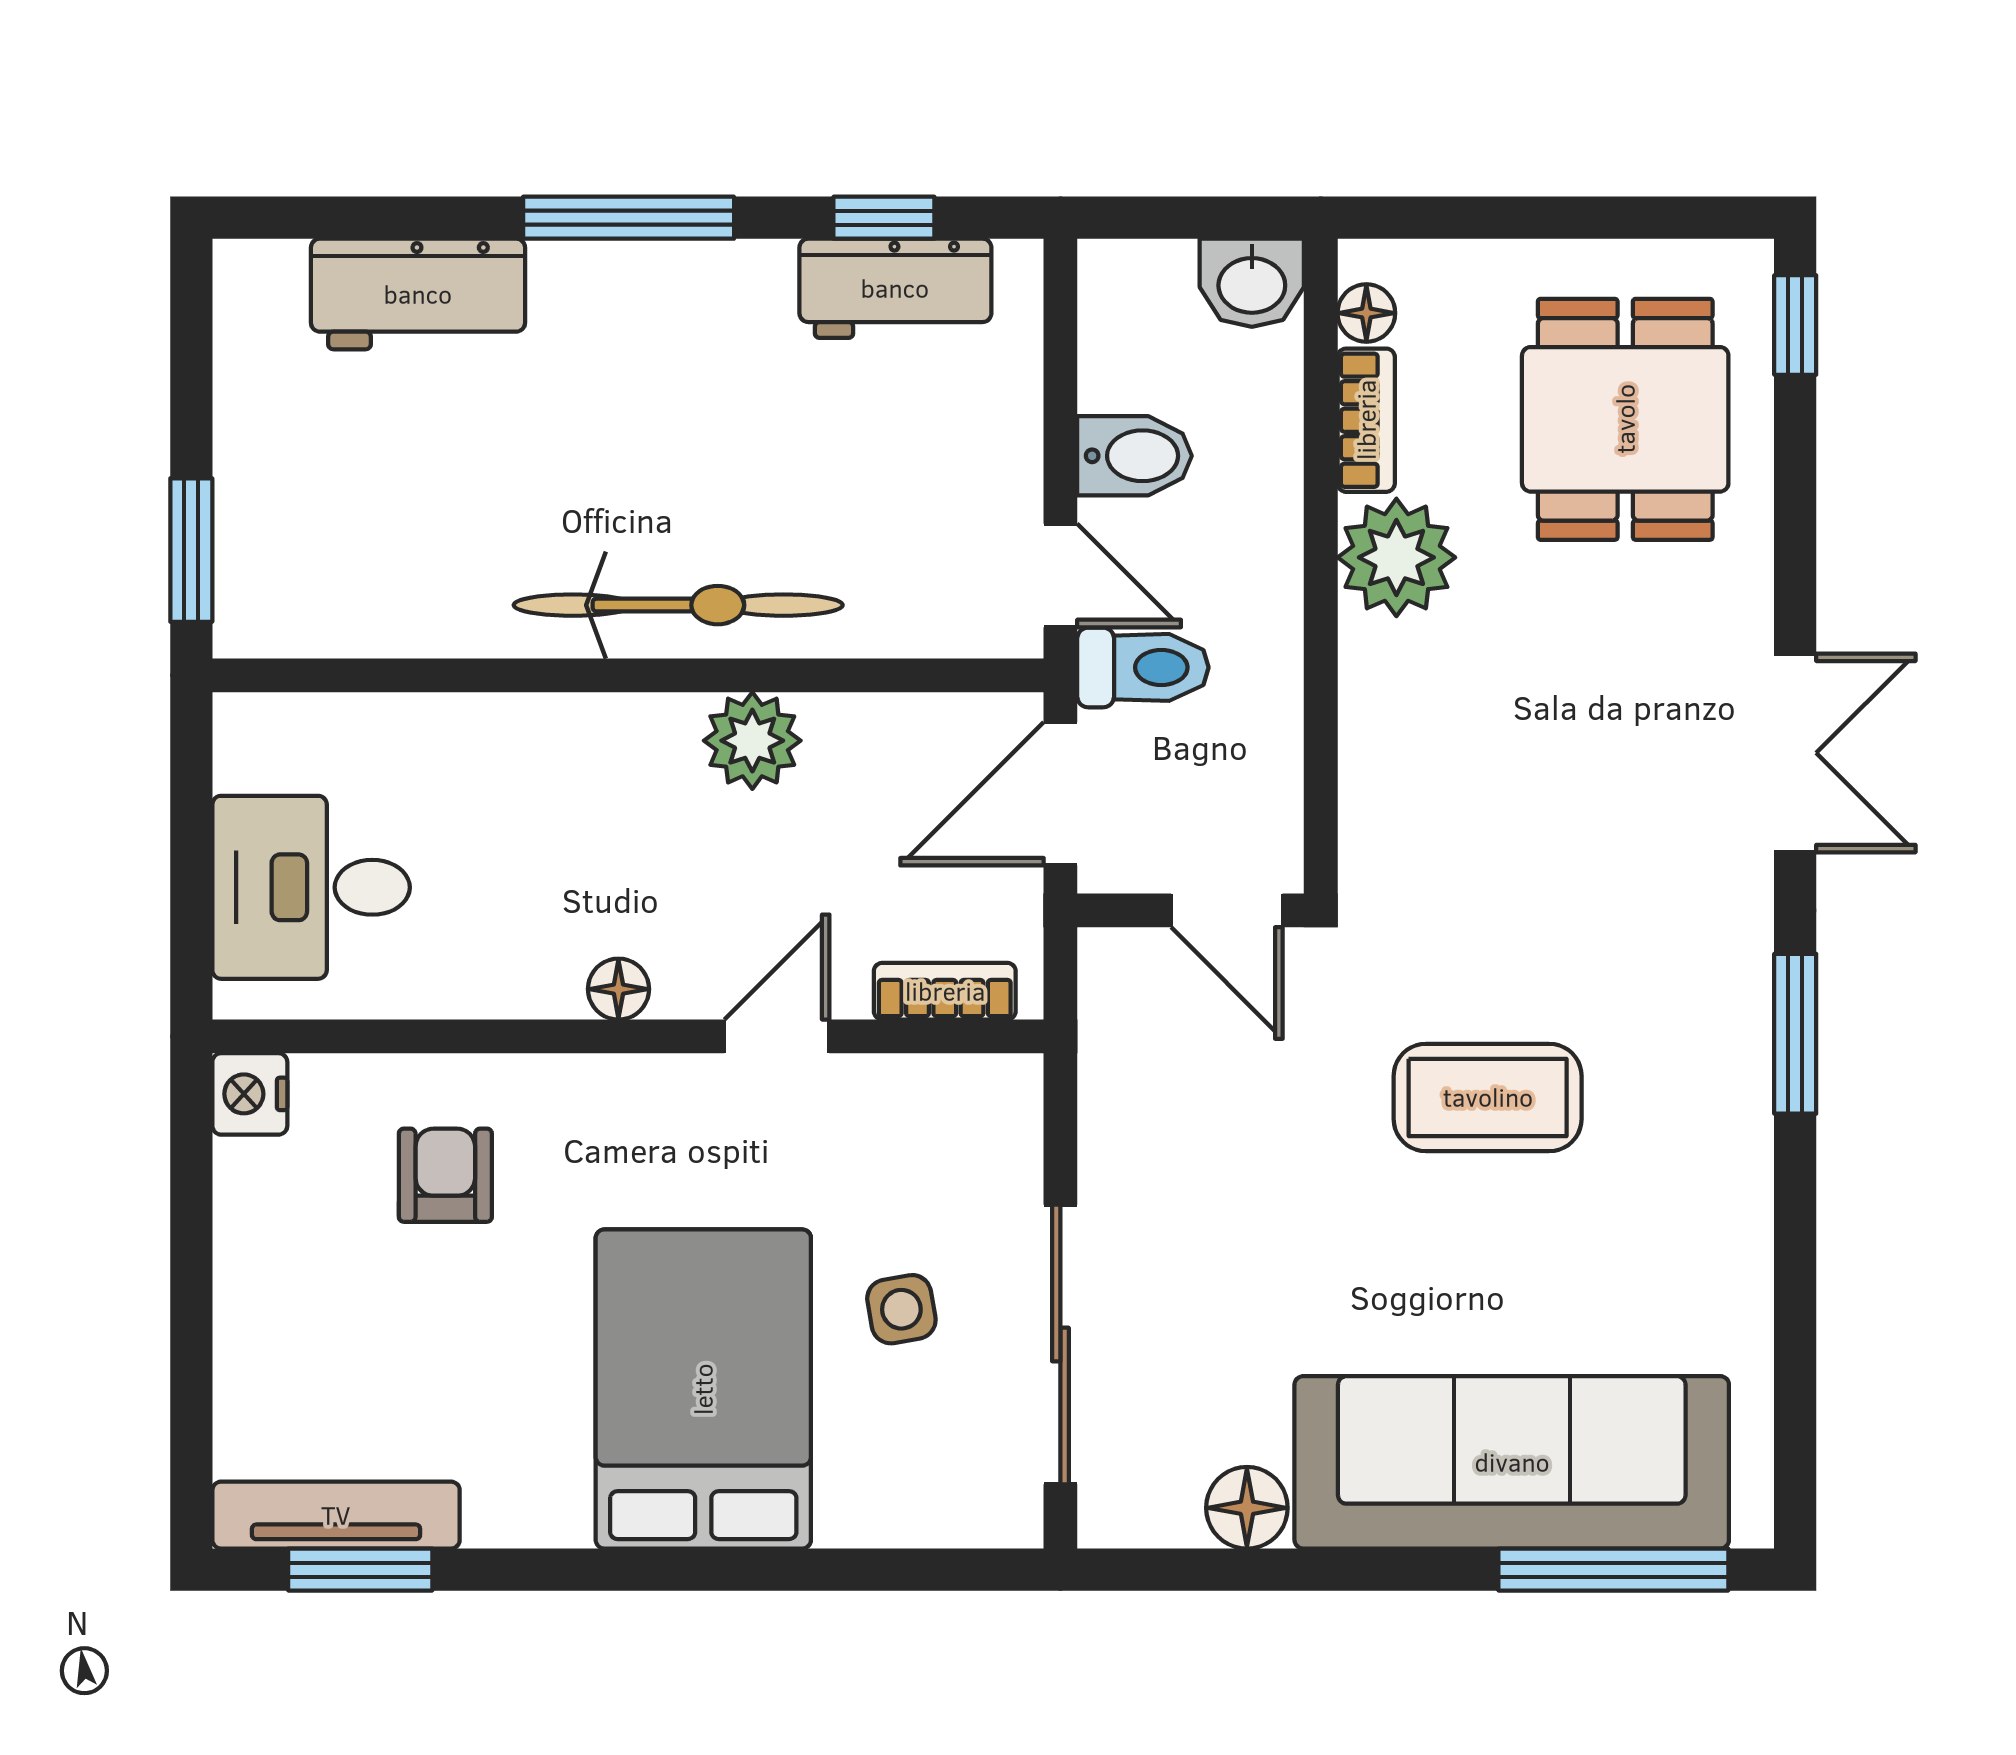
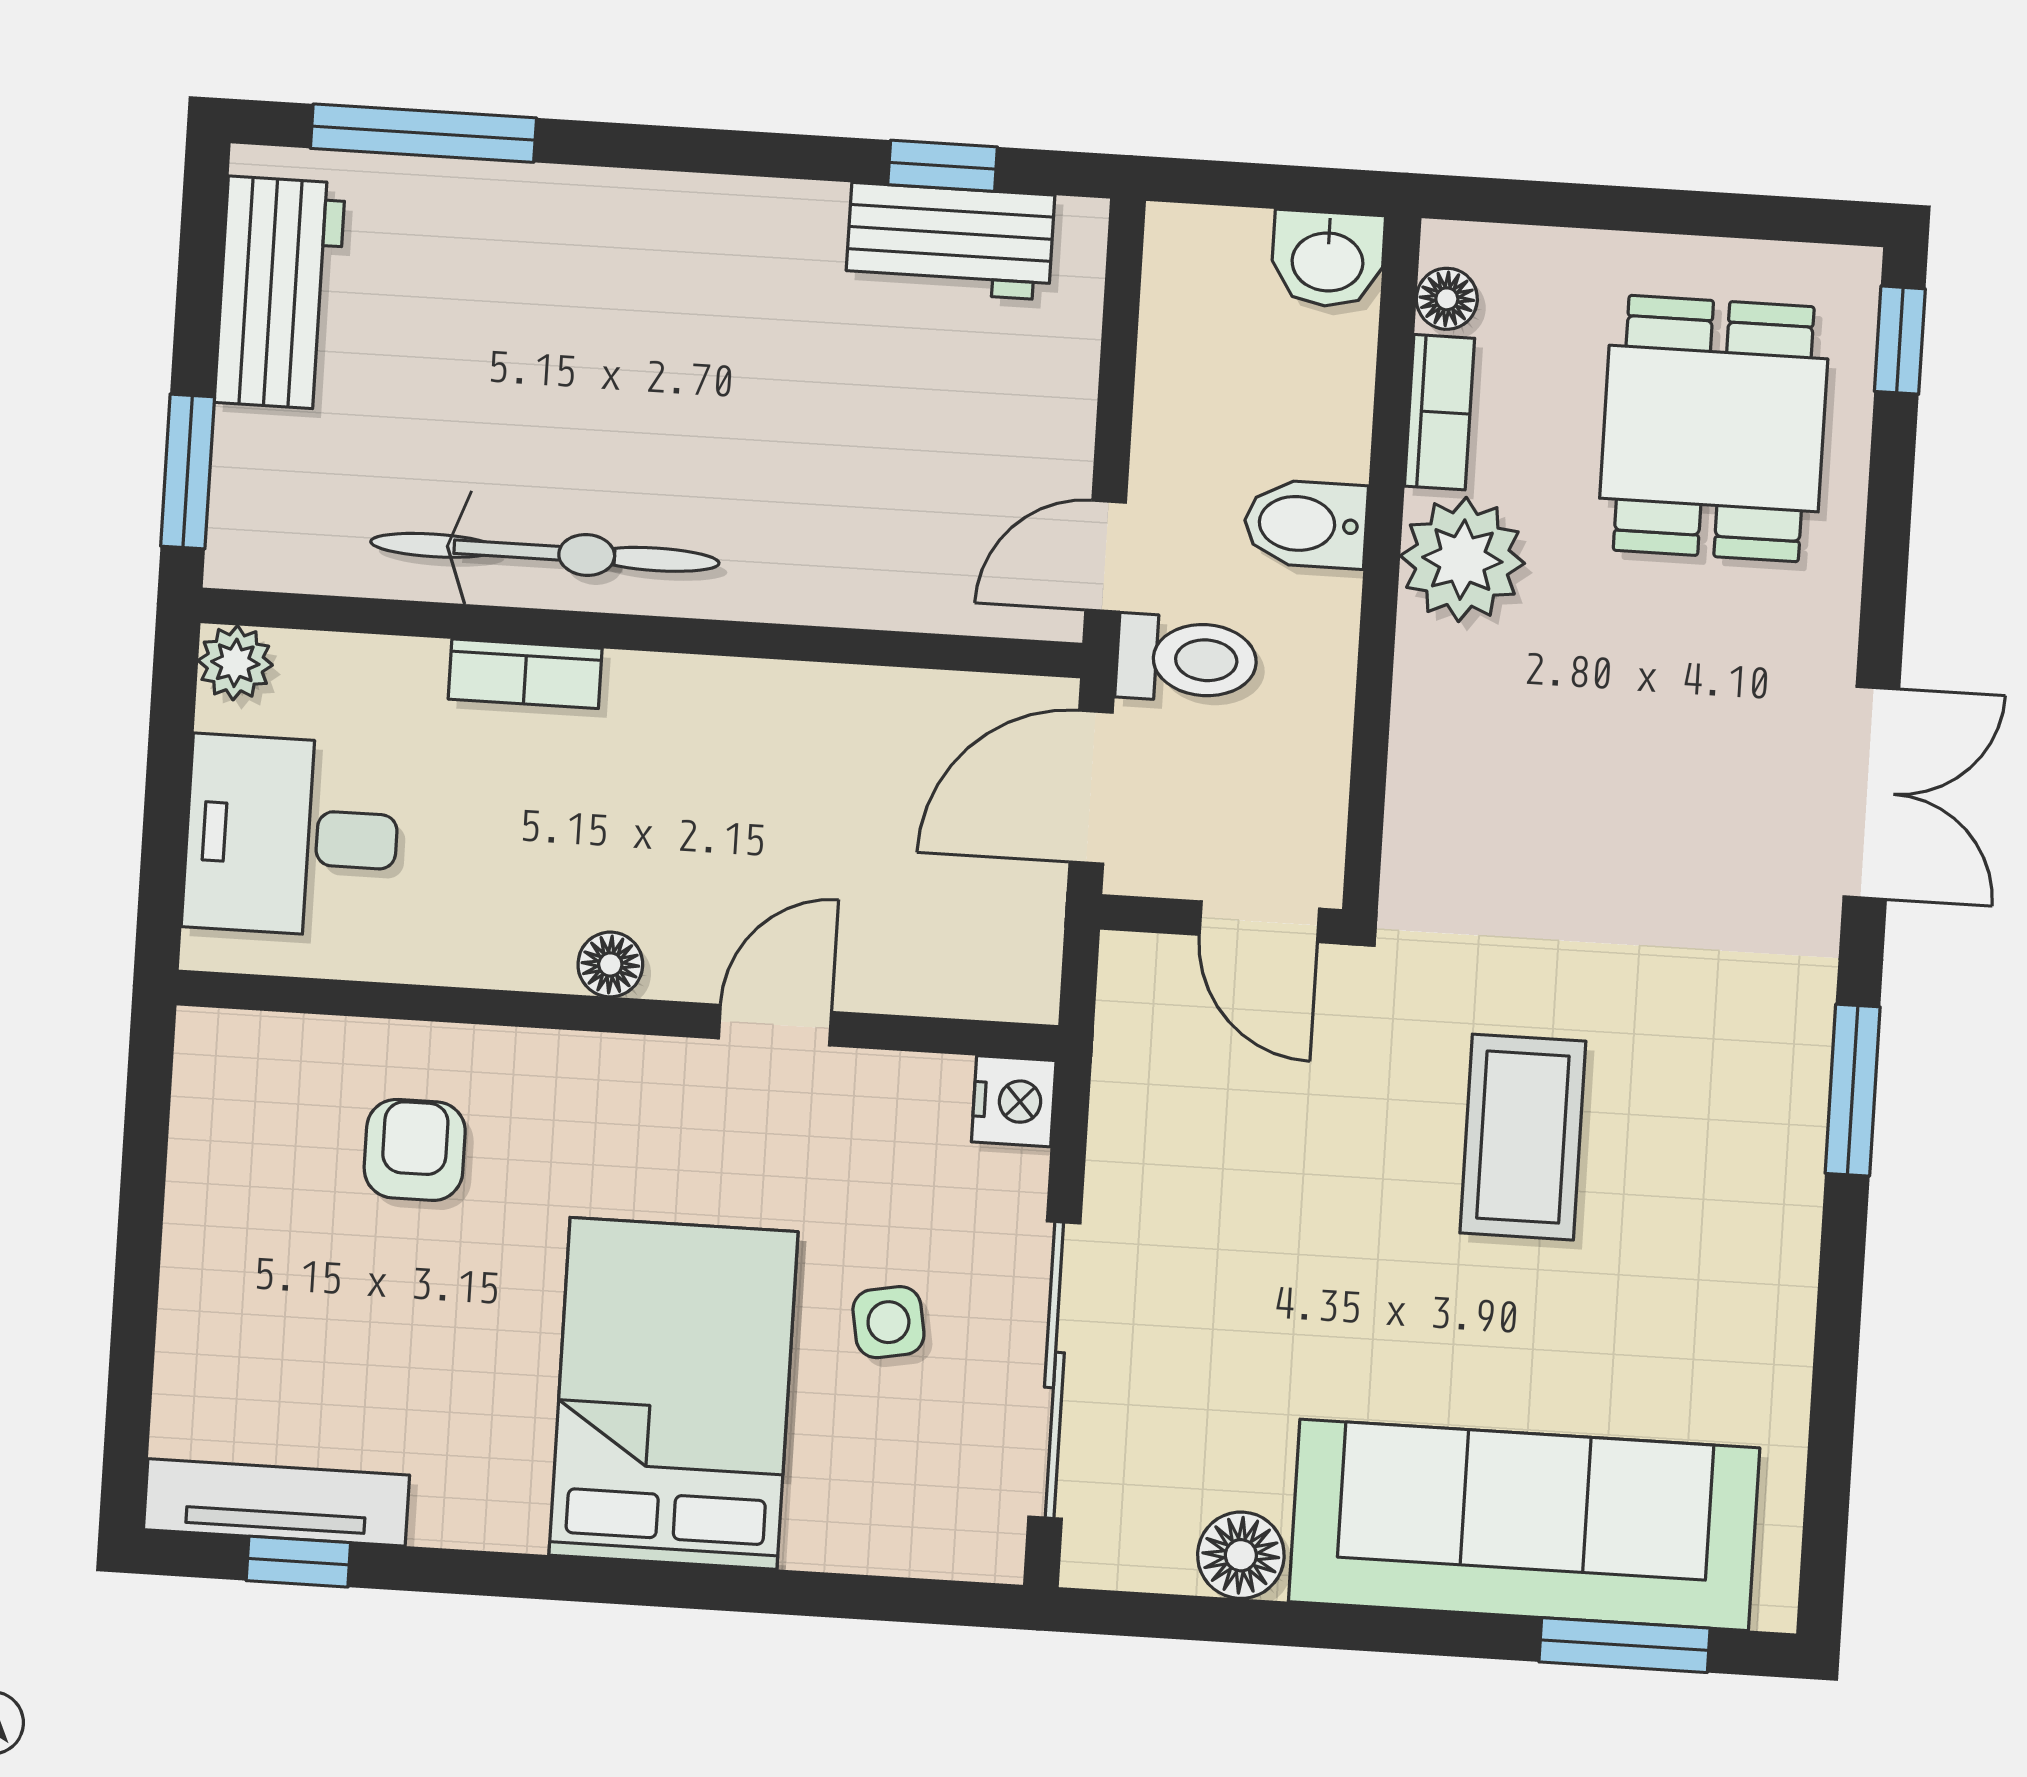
window: (629, 218) -> (423, 133), moved
workbench: (418, 294) -> (280, 293), moved, turned -90
bidet: (1135, 456) -> (1305, 524), moved, turned 180
door: (1060, 575) -> (1106, 556), swing flipped
bicycle: (678, 605) -> (545, 552), moved
plant: (752, 741) -> (235, 663), moved, width x0.73, depth x0.73
bookcase: (945, 991) -> (525, 674), moved, turned 180
nightstand: (250, 1094) -> (1014, 1101), moved, turned 180
coffee table: (1488, 1097) -> (1523, 1137), turned 90
window: (360, 1570) -> (298, 1562), width x0.67
window: (1613, 1570) -> (1625, 1645), width x0.69

